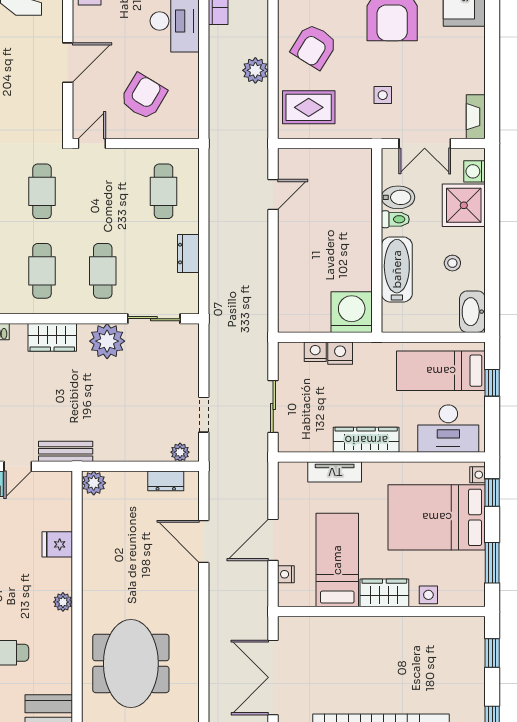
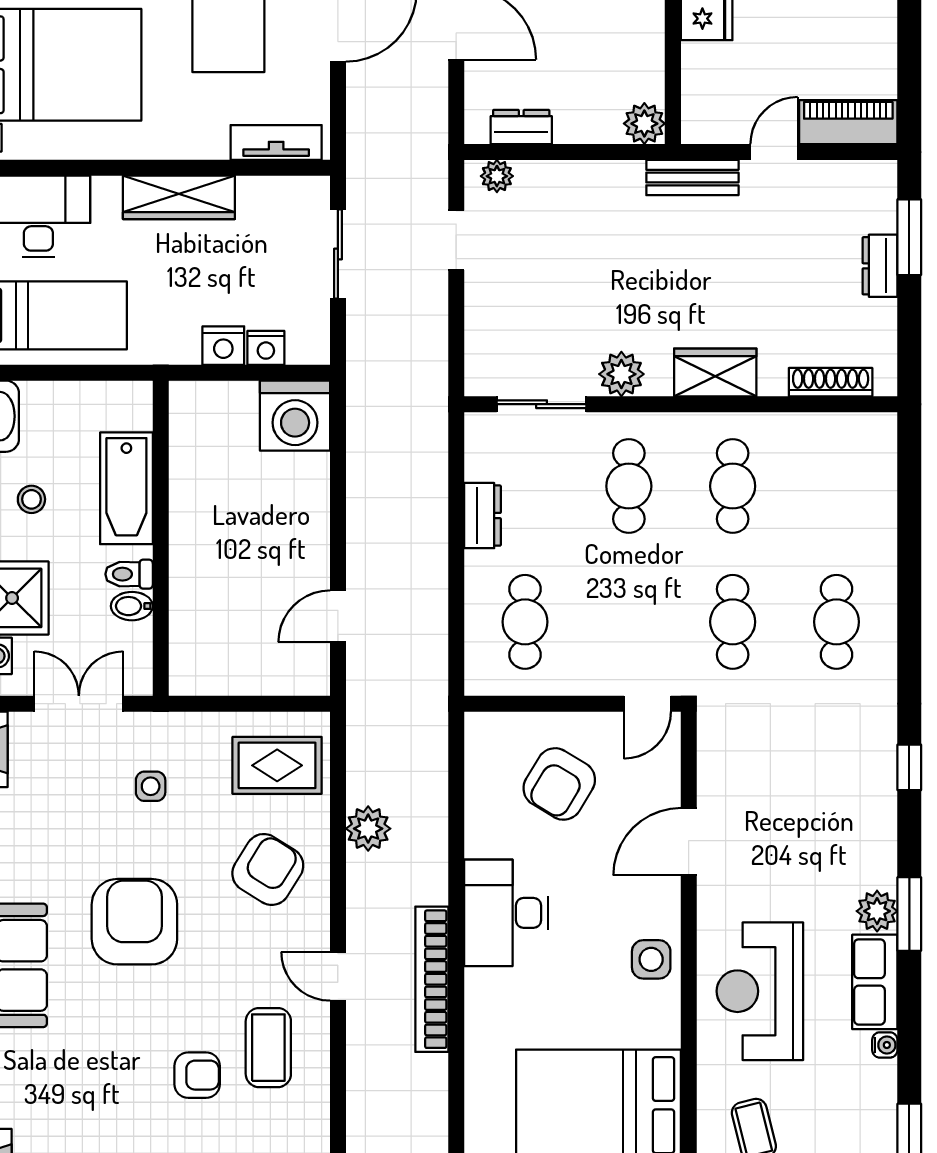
bidet: (398, 197) -> (132, 606), width x0.72, depth x0.74
washing machine: (352, 312) -> (295, 416), moved
plant: (107, 341) -> (621, 374), width x0.73, depth x0.73
tv unit: (335, 472) -> (276, 143), moved

